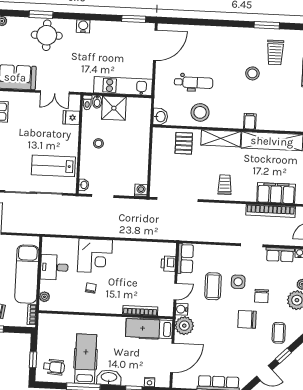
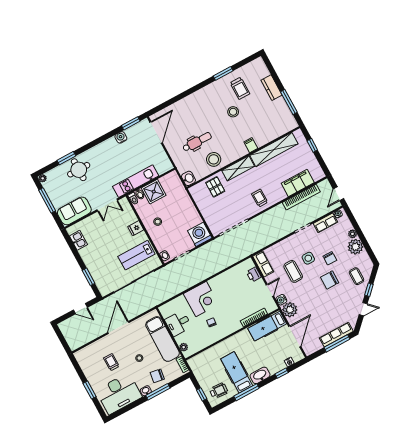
water cooler: (83, 26) -> (121, 137), moved
kitchen unit: (123, 86) -> (136, 181), moved
fridge: (71, 118) -> (136, 228), moved
washing machine: (141, 190) -> (200, 234), width x1.89, depth x1.89

